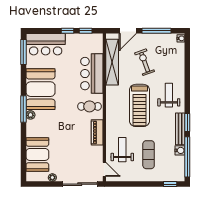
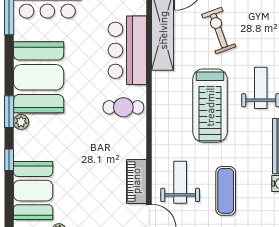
window: (23, 109) -> (9, 112), width x0.69
piano: (97, 132) -> (136, 181), moved
window: (23, 137) -> (9, 160), added

